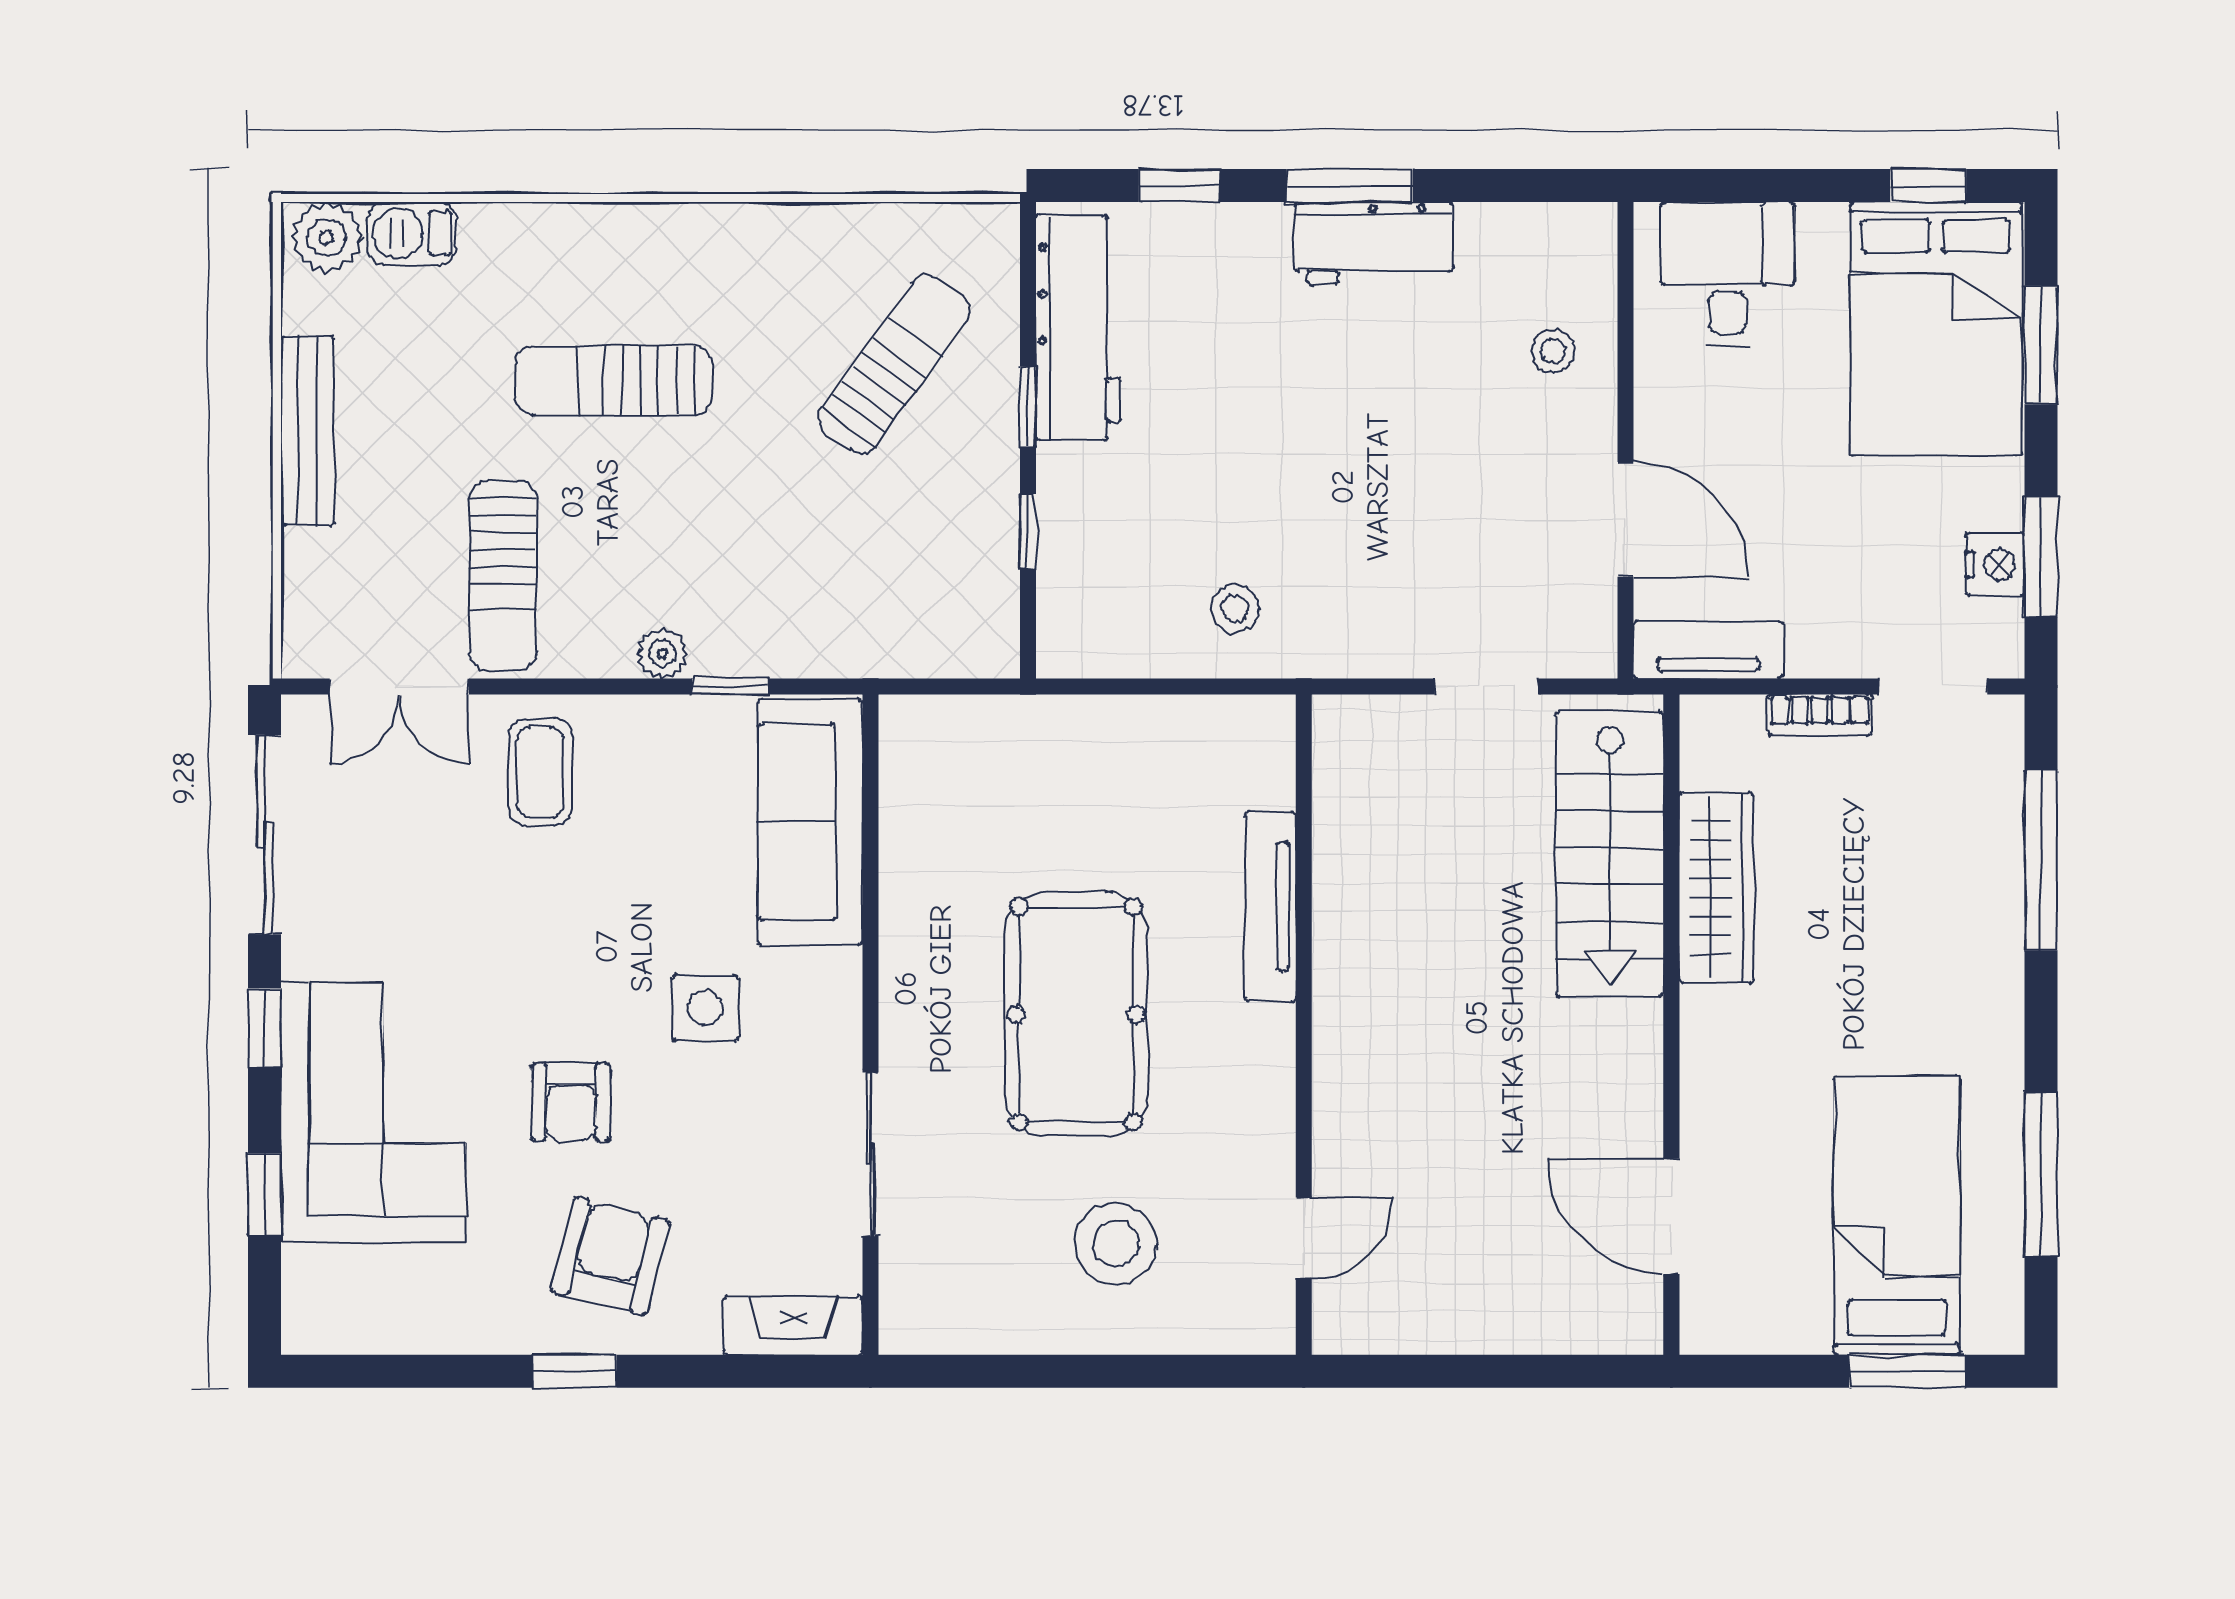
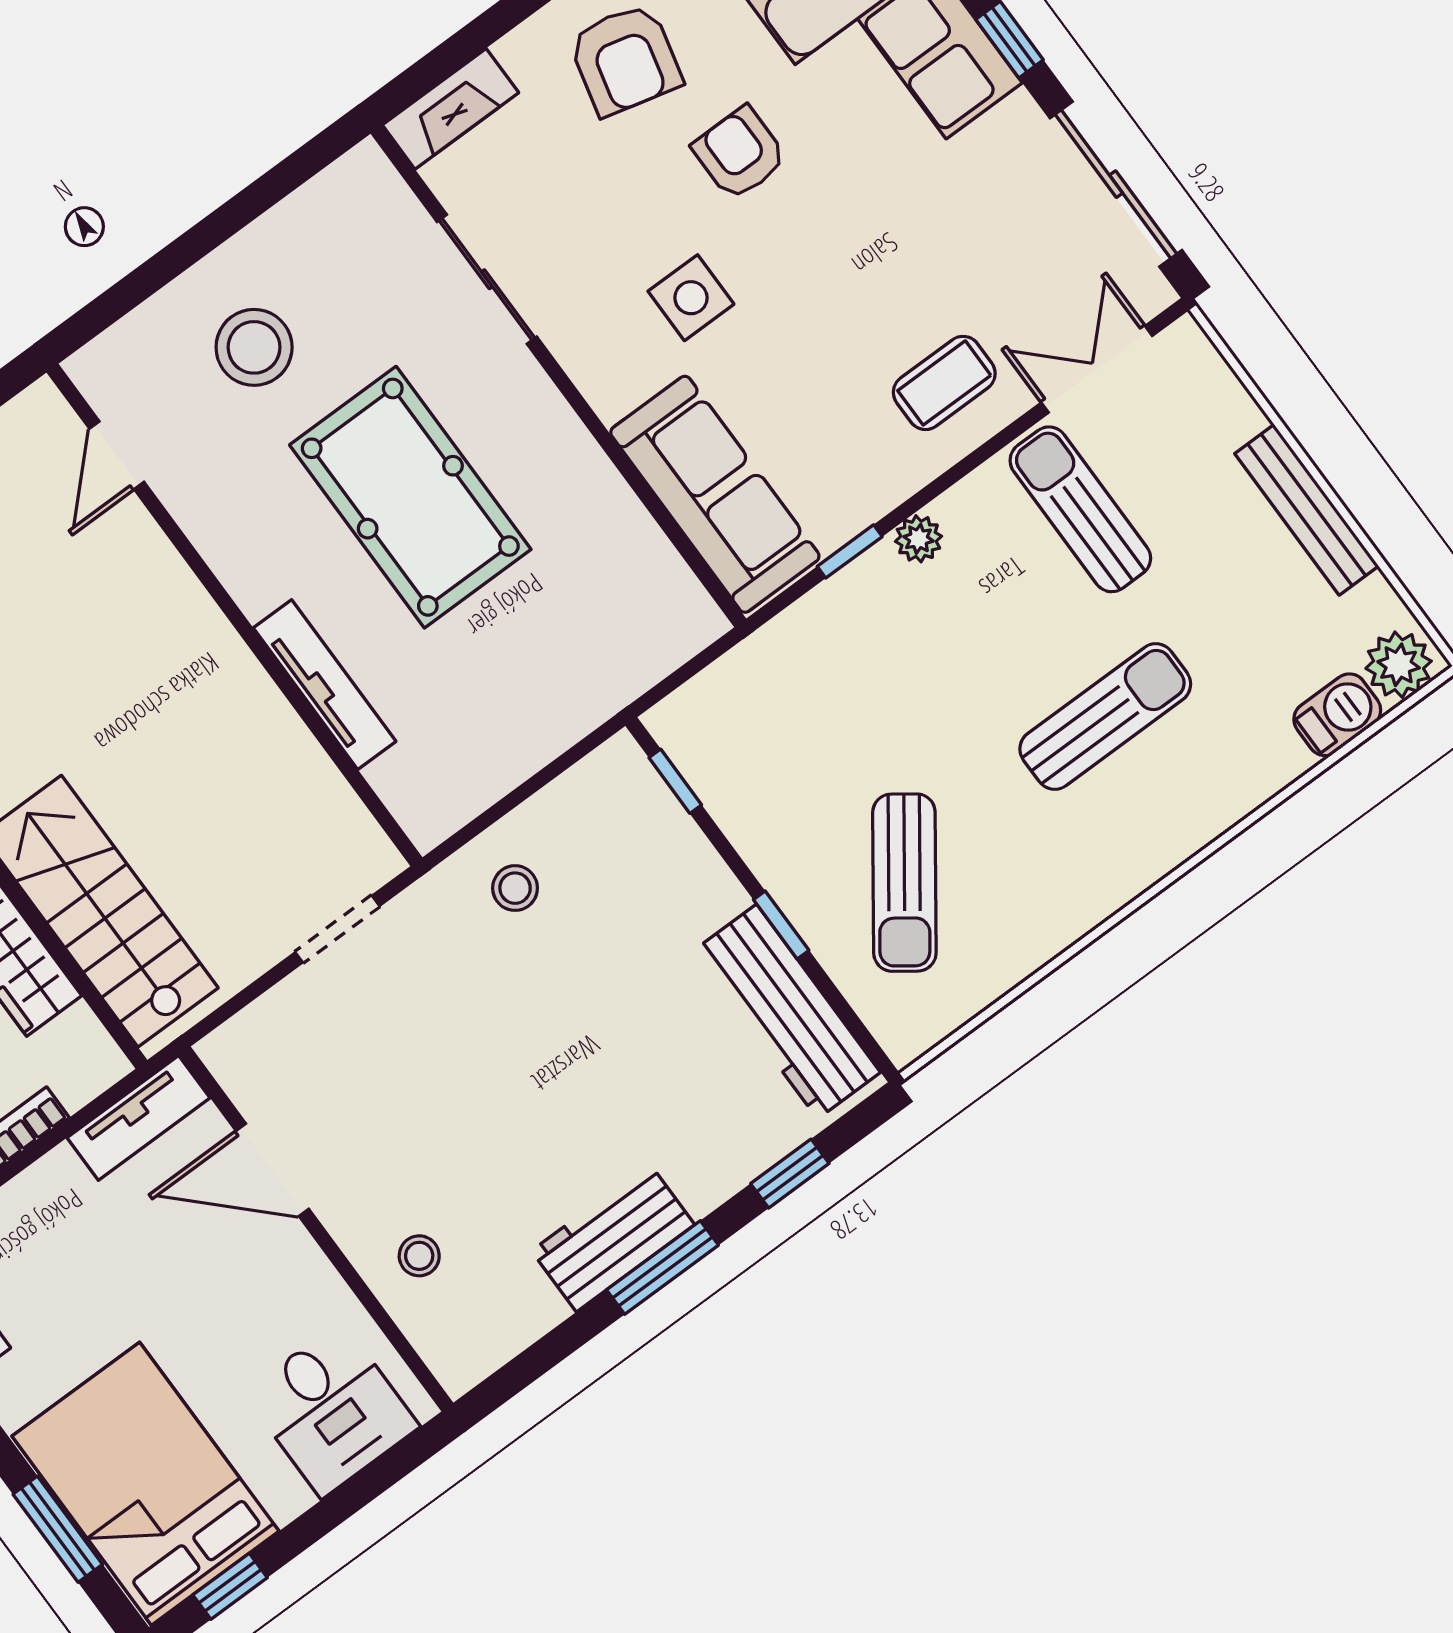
window: (1028, 531) -> (675, 781), moved
doorway: (1486, 687) -> (337, 929), moved
coffee table: (540, 772) -> (944, 383), turned 90

